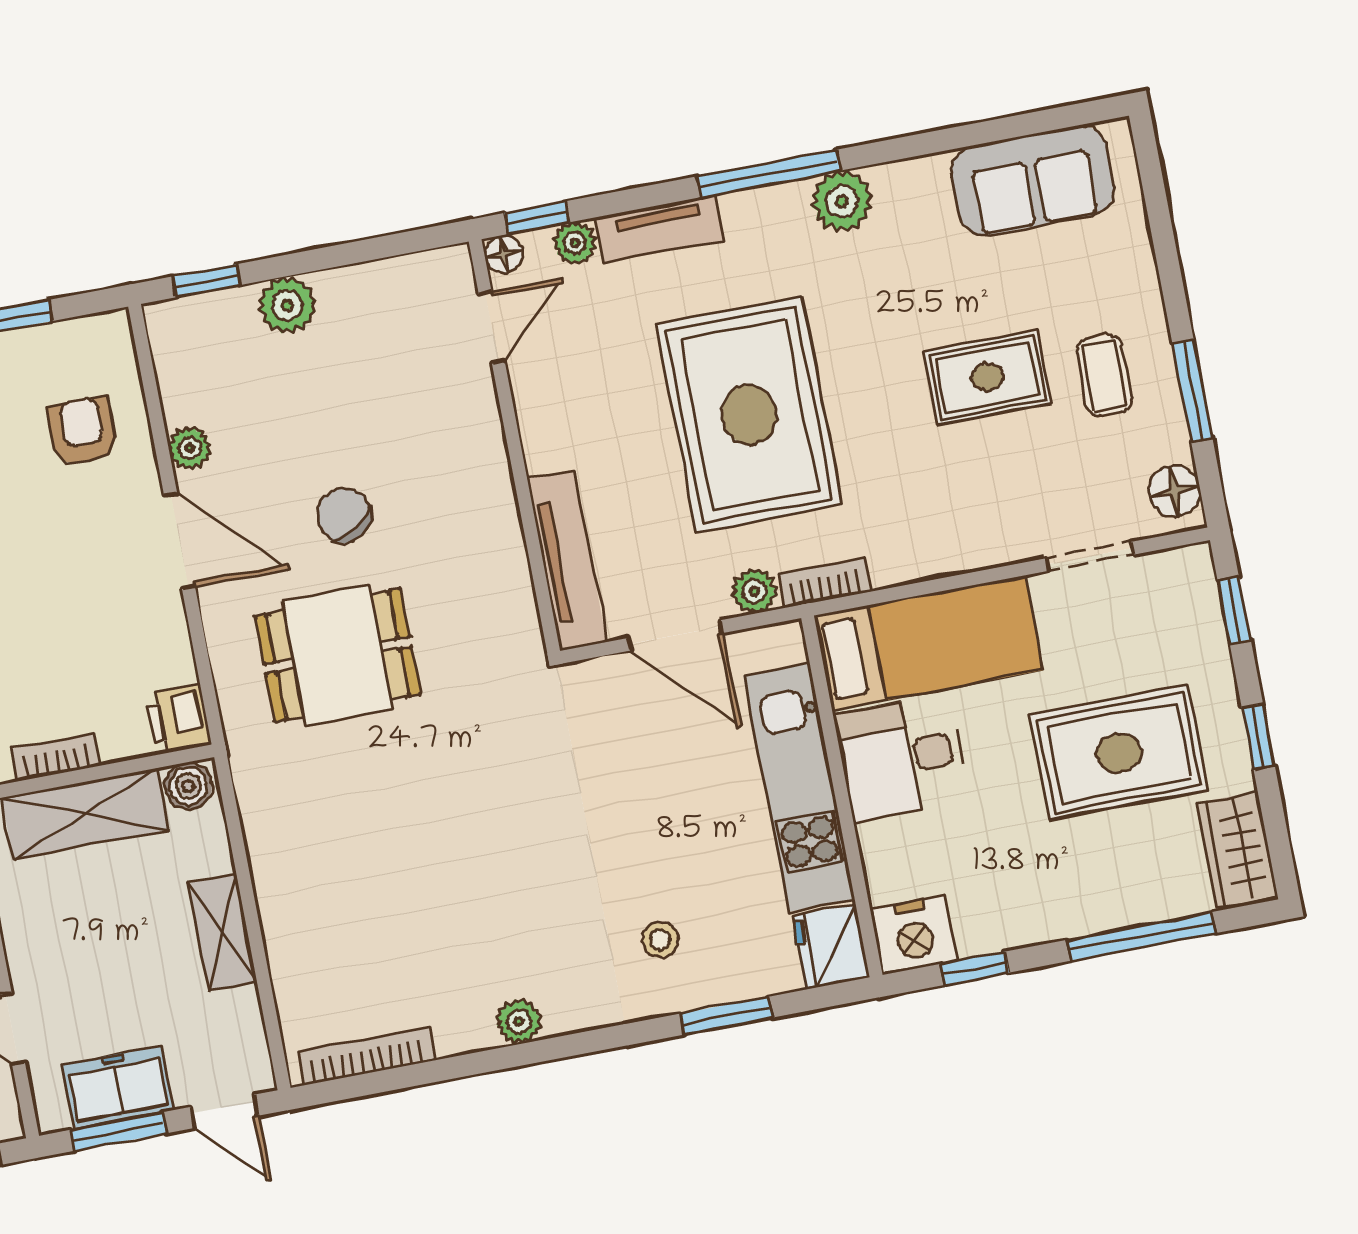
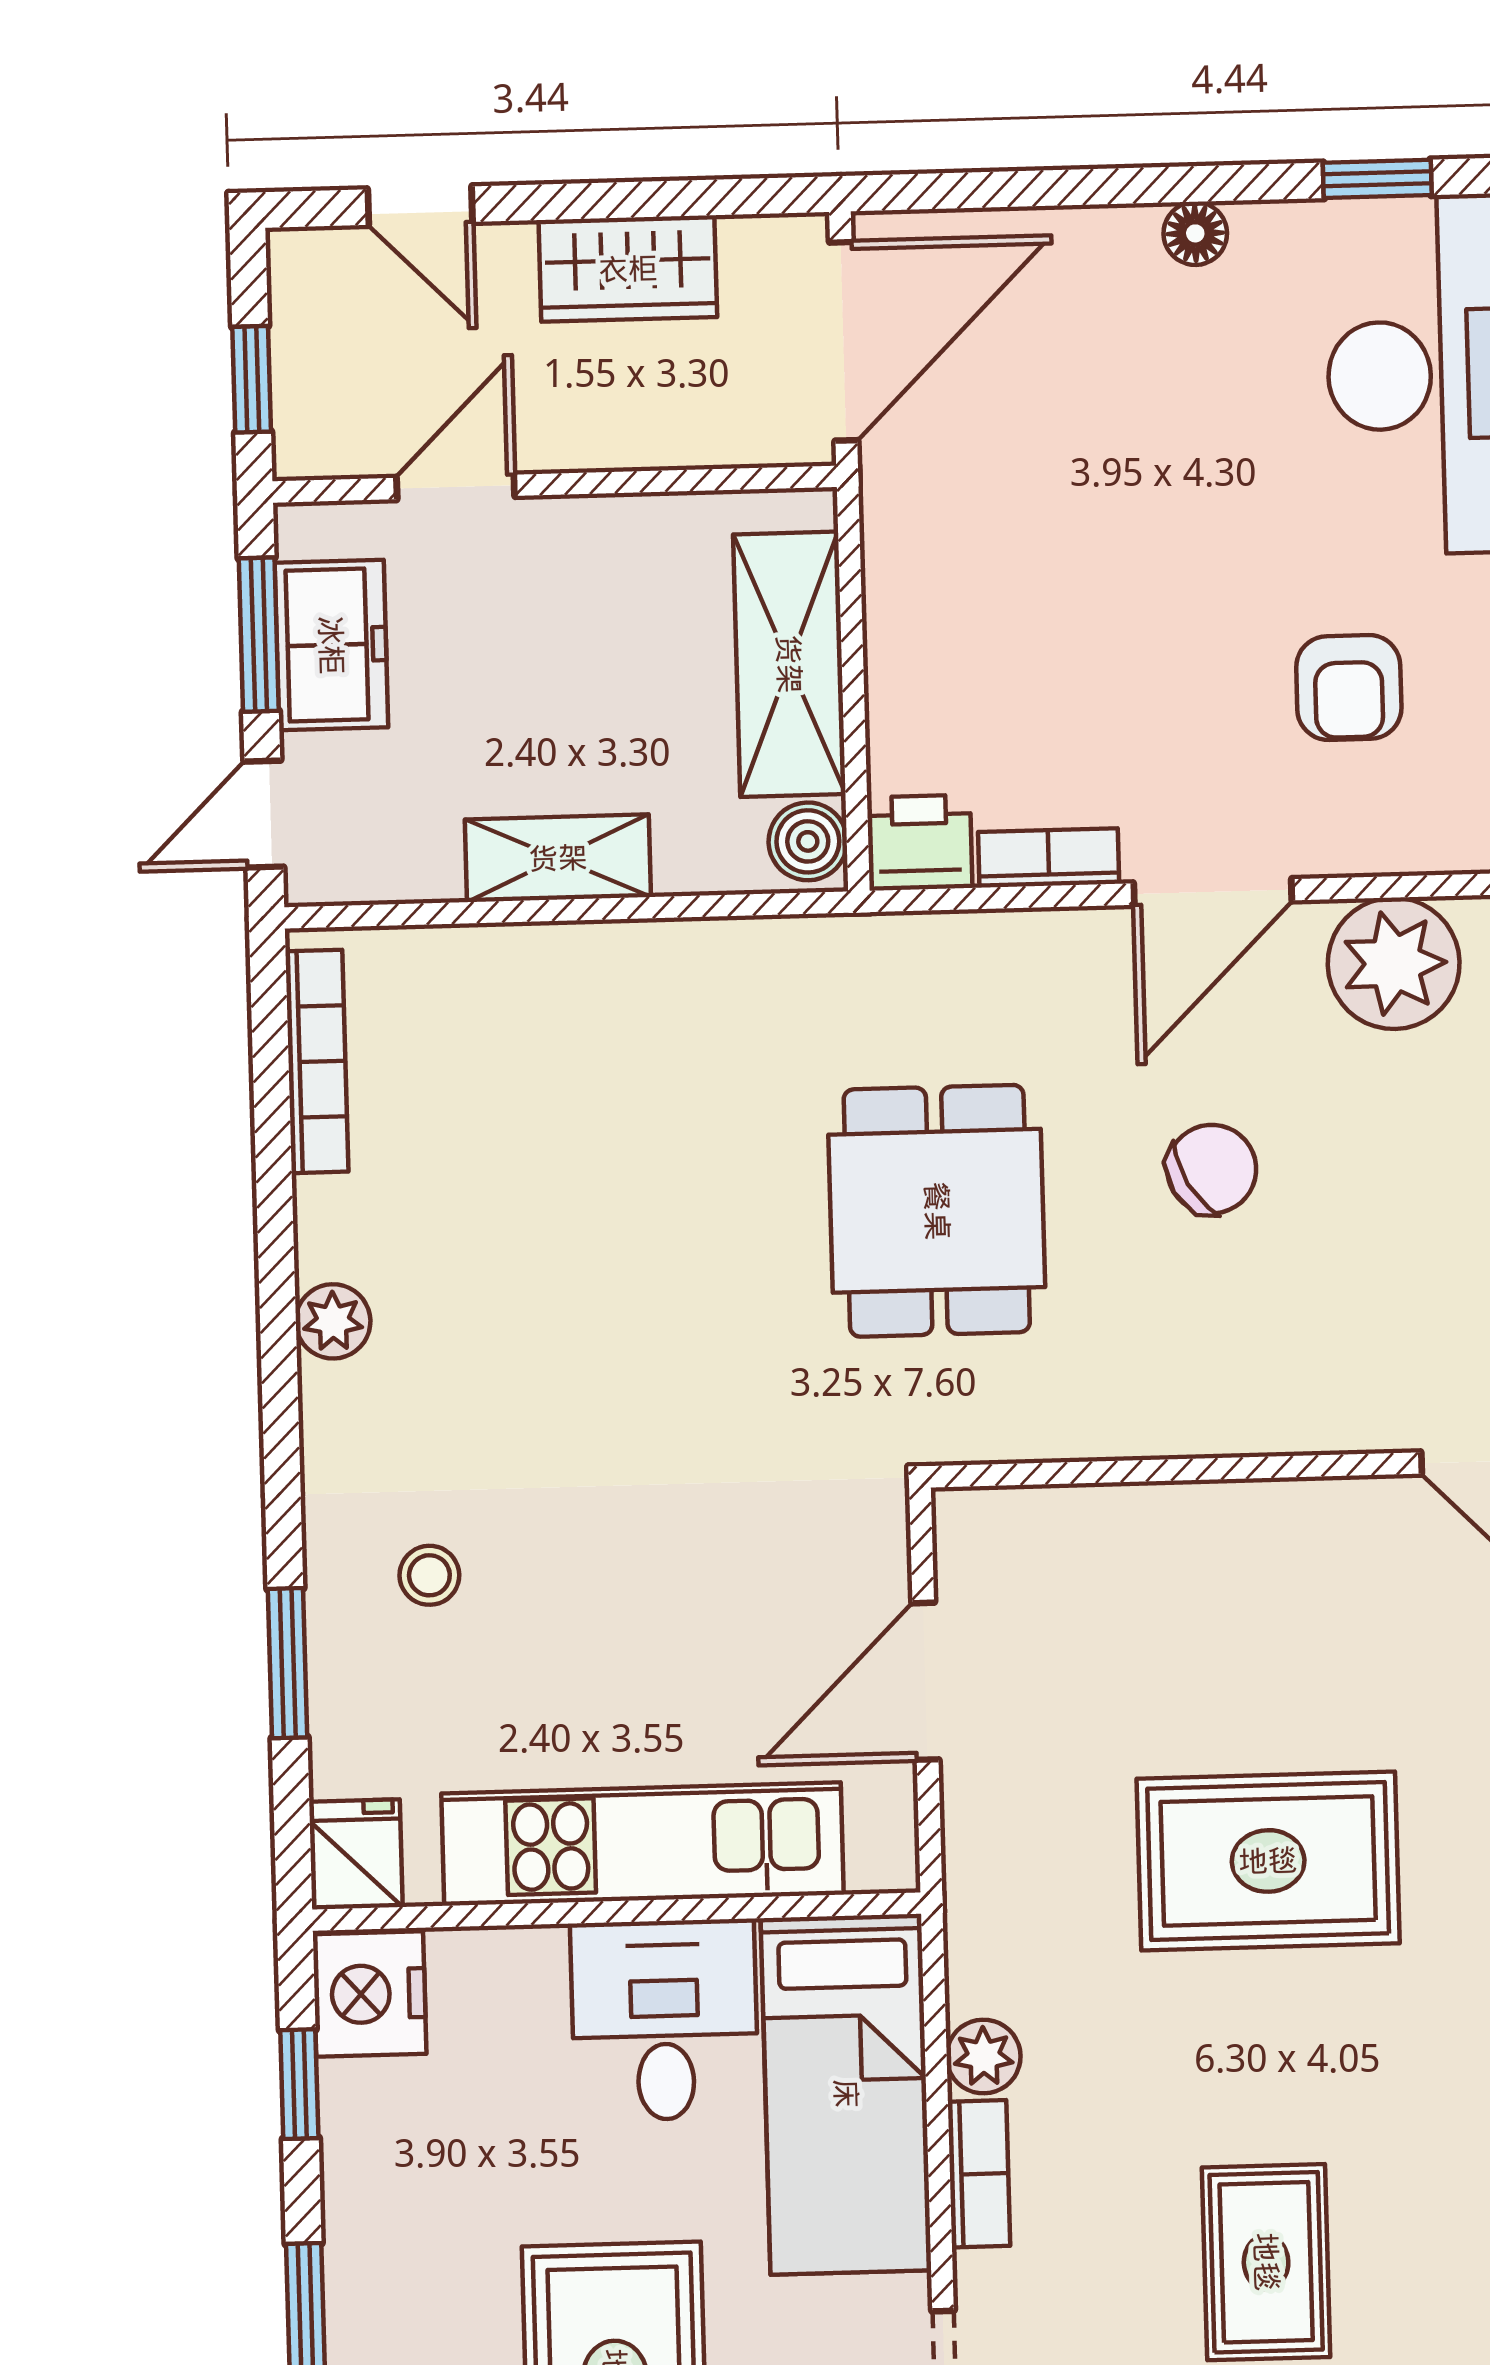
rug: (749, 415) -> (1268, 1861), width x0.73, depth x0.69
armchair: (83, 431) -> (1349, 687), moved, turned 90
plant: (190, 448) -> (1394, 963), width x1.88, depth x1.88
tv unit: (567, 560) -> (1078, 1523), removed
bookcase: (824, 583) -> (979, 2174), moved
plant: (754, 591) -> (984, 2057), moved
dining table: (338, 655) -> (937, 1211), moved
bookcase: (56, 757) -> (1049, 858), moved, turned -90
fridge: (831, 946) -> (356, 1854), width x0.72

